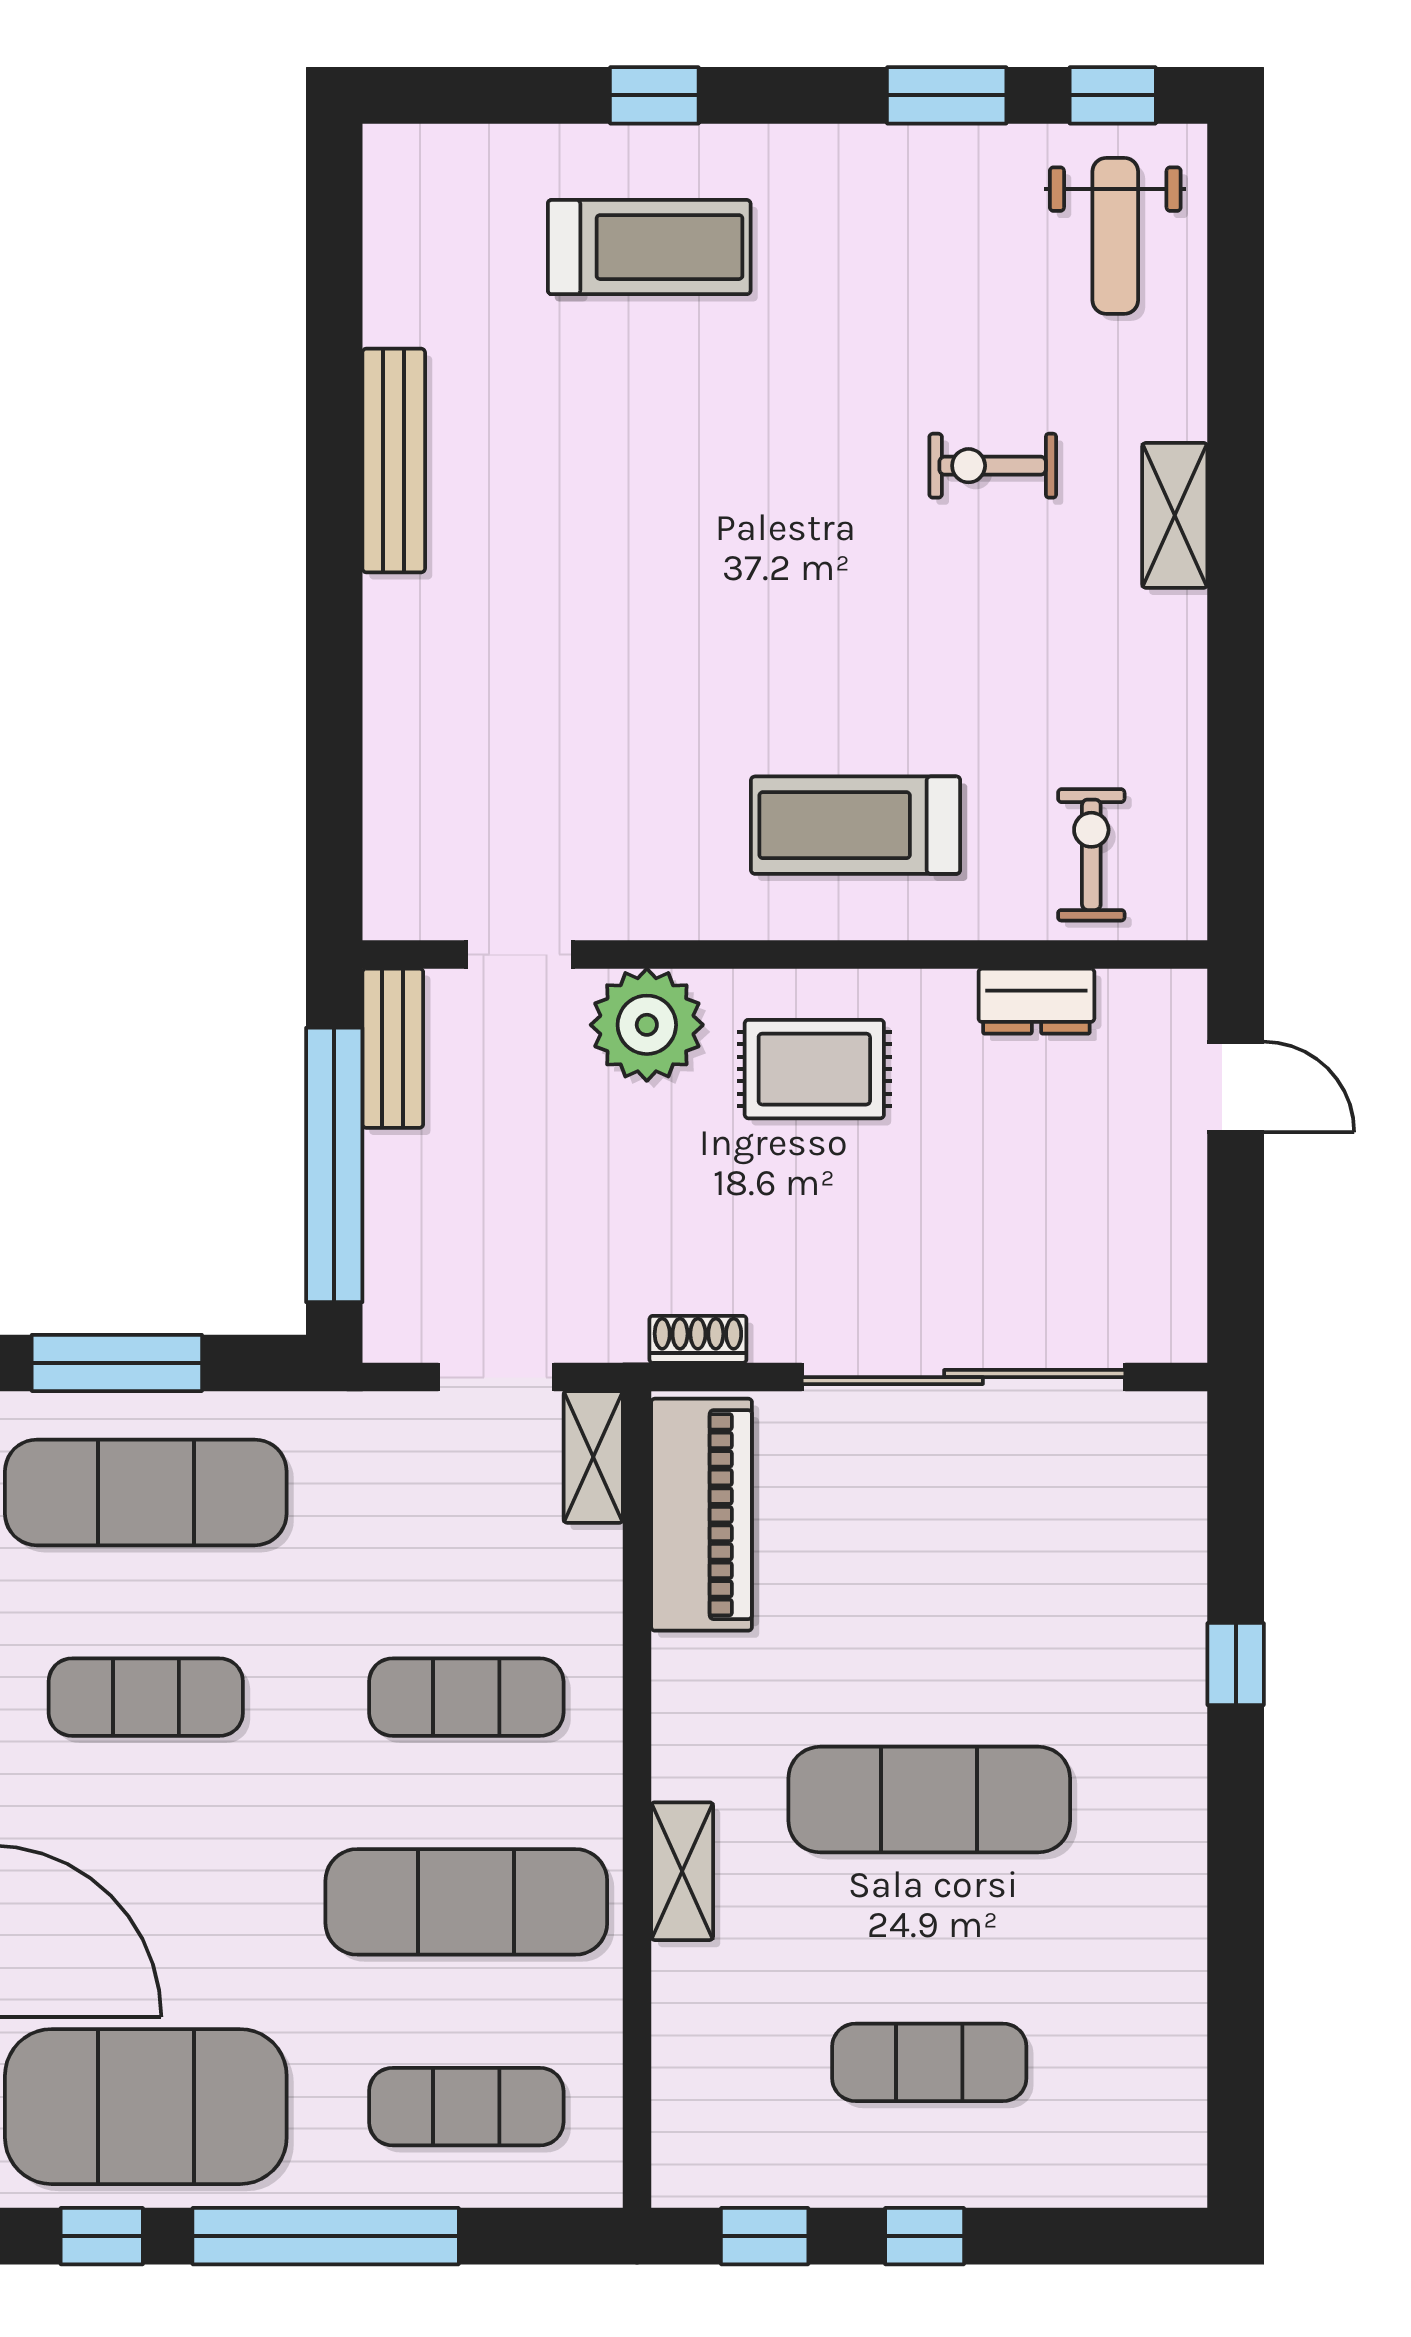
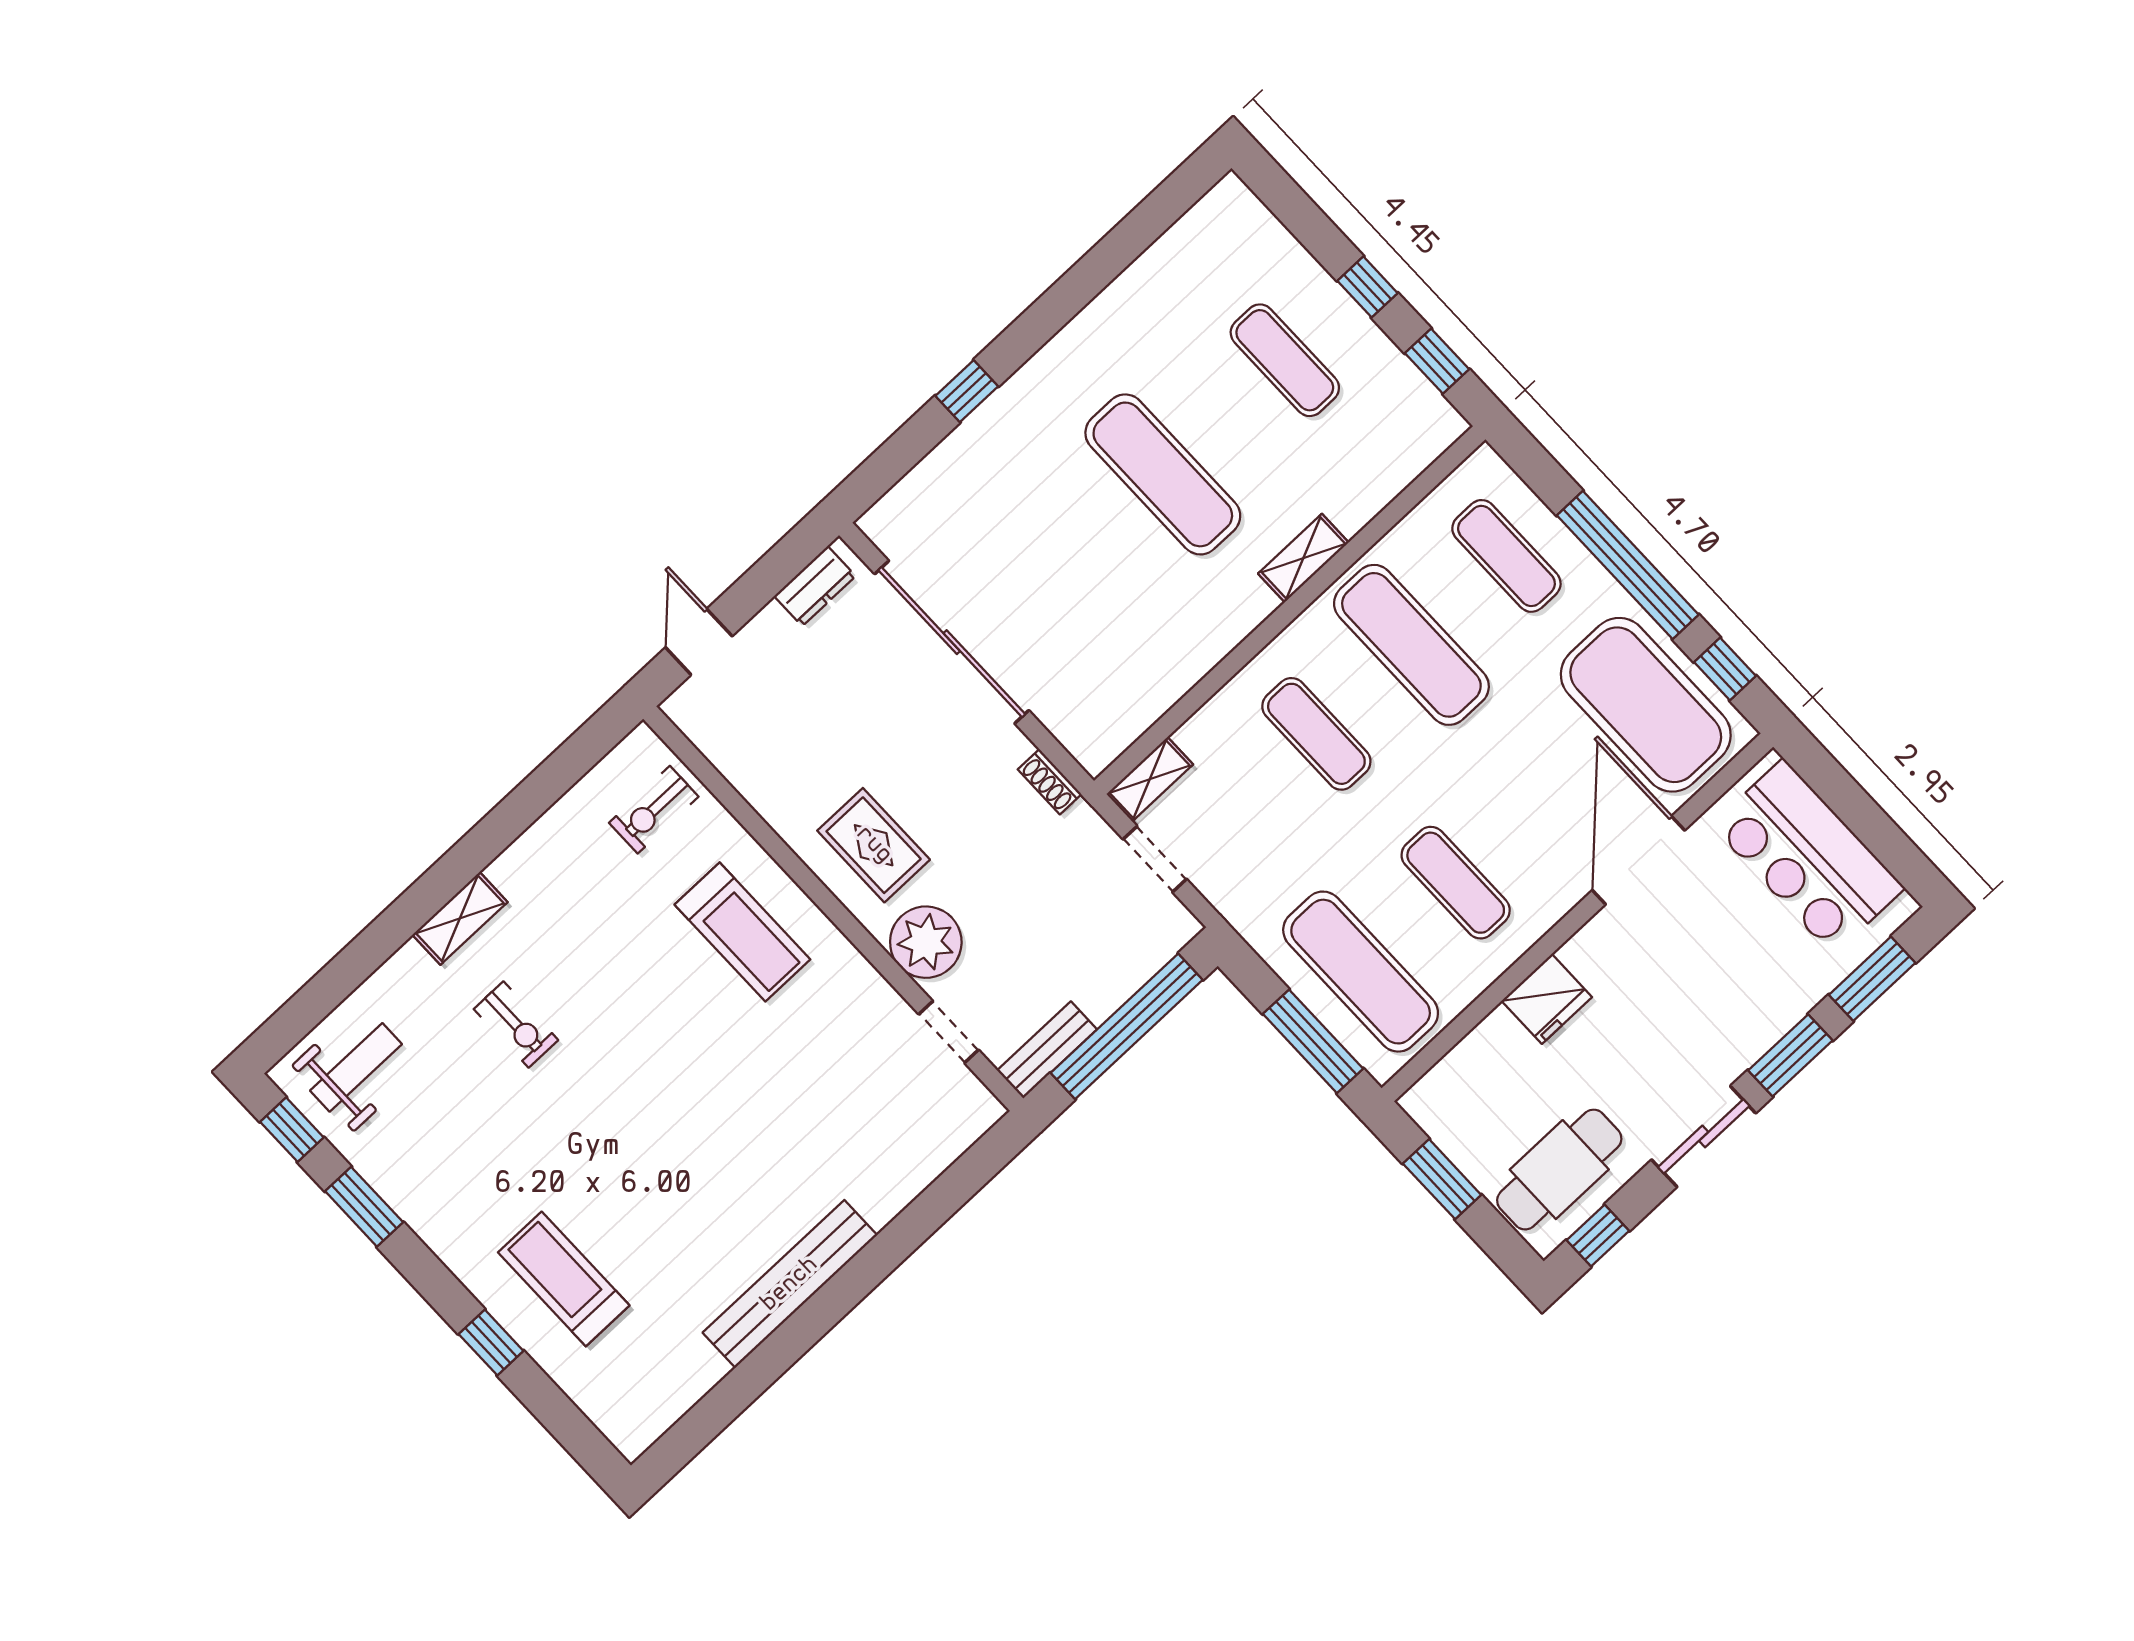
bench: (394, 461) -> (790, 1284), width x1.37, depth x1.21
dresser: (1036, 1001) -> (815, 586), moved, turned 90
piano: (702, 1515) -> (1129, 704), removed

